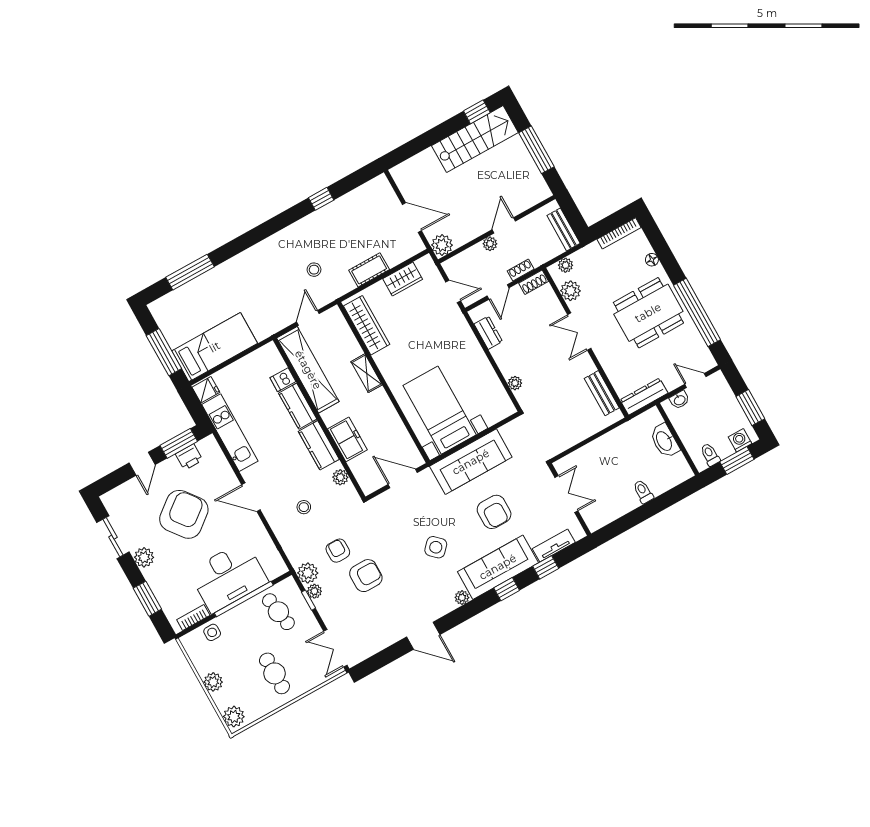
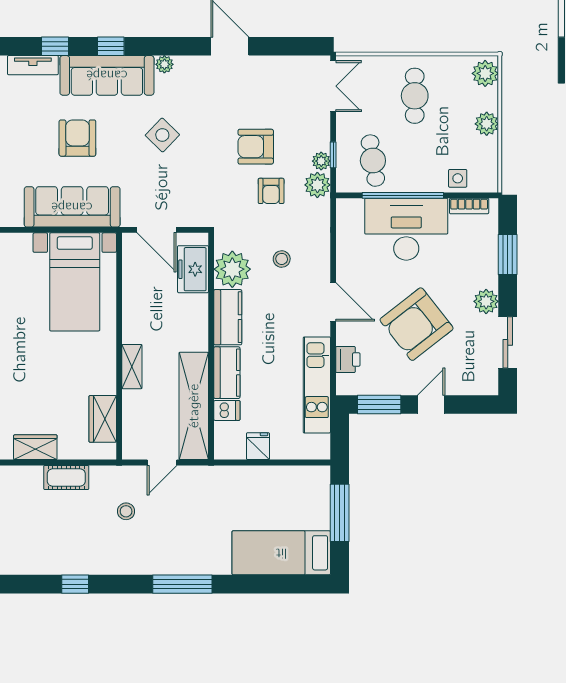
window: (190, 272) -> (182, 584), moved
wardrobe: (367, 325) -> (103, 419), width x0.67
bed: (215, 347) -> (281, 553), moved
fridge: (206, 390) -> (258, 446), moved, turned 90
freezer: (347, 439) -> (193, 269), moved
printer: (189, 457) -> (348, 359), moved, turned 90
plant: (340, 477) -> (232, 269), width x1.87, depth x1.87

